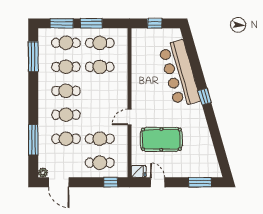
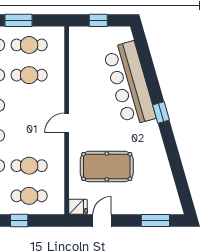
door: (129, 117) -> (67, 123), moved
window: (111, 182) -> (19, 221), moved
door: (158, 182) -> (102, 221), hinge flipped

